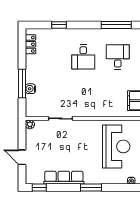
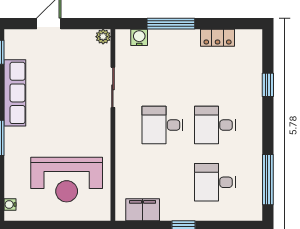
locker: (31, 44) -> (218, 38), moved
desk: (118, 57) -> (215, 182), turned 180
water cooler: (30, 89) -> (139, 37), moved
desk: (83, 89) -> (163, 125), added

